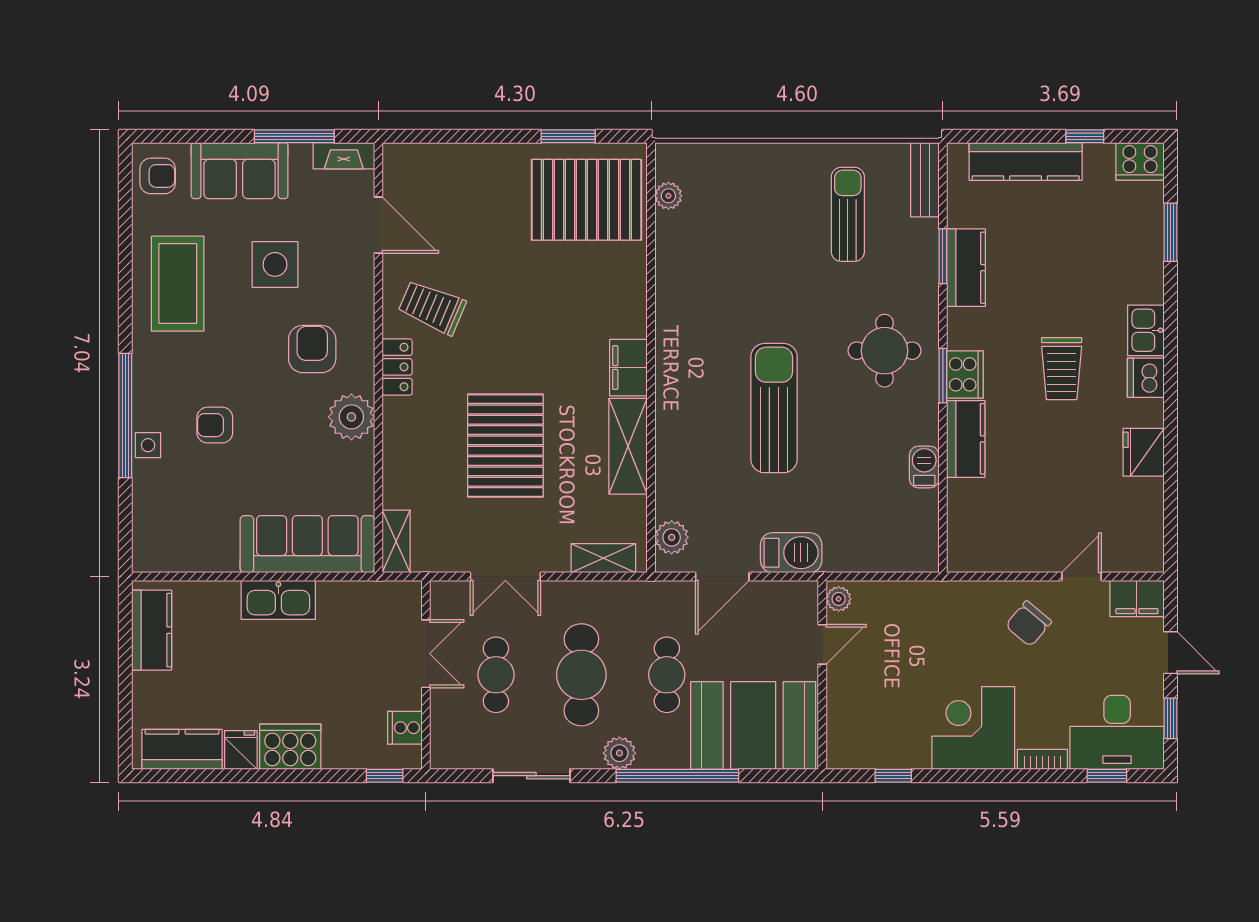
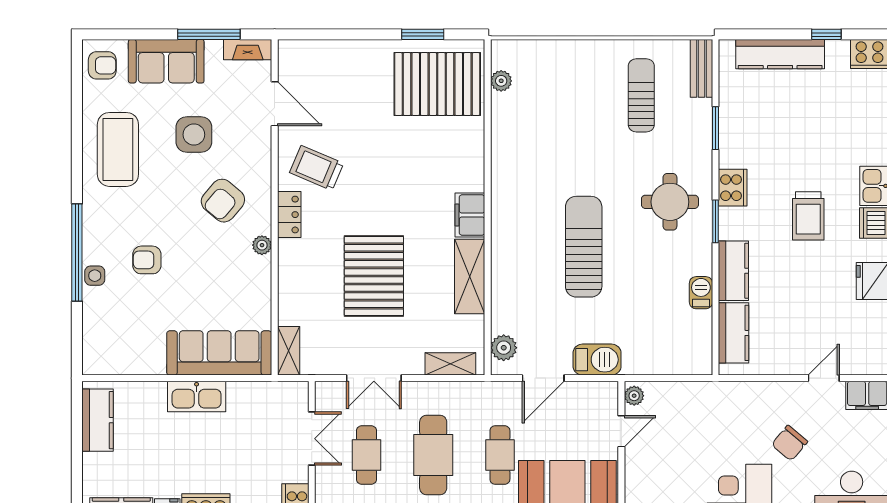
kitchen counter: (966, 268) -> (734, 333), moved
armchair: (312, 349) -> (223, 201), turned -140
cooker: (965, 374) -> (733, 188), moved
plant: (351, 417) -> (262, 245), width x0.53, depth x0.53
chair: (1028, 624) -> (790, 443), moved

